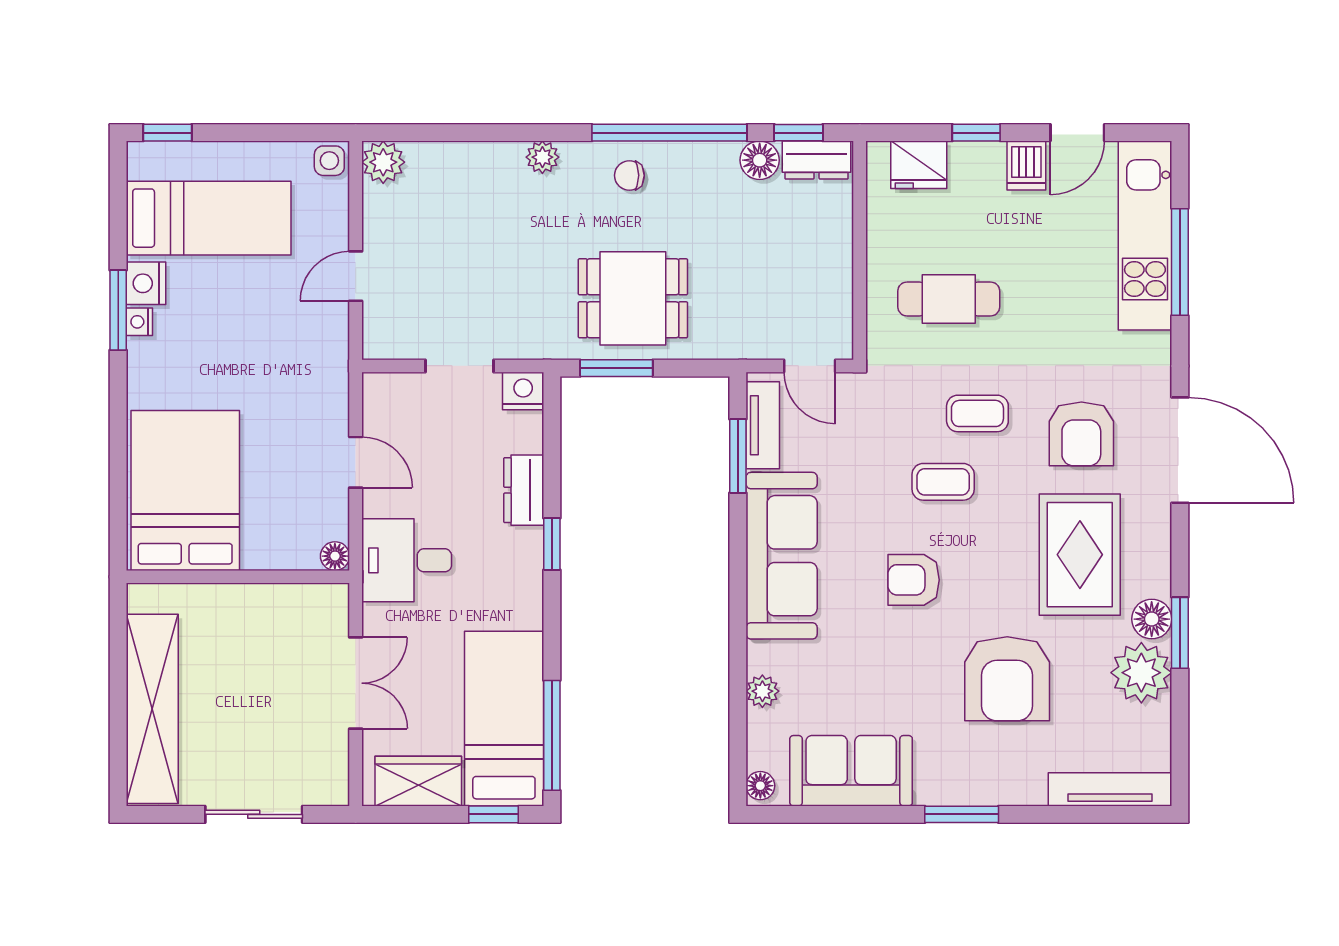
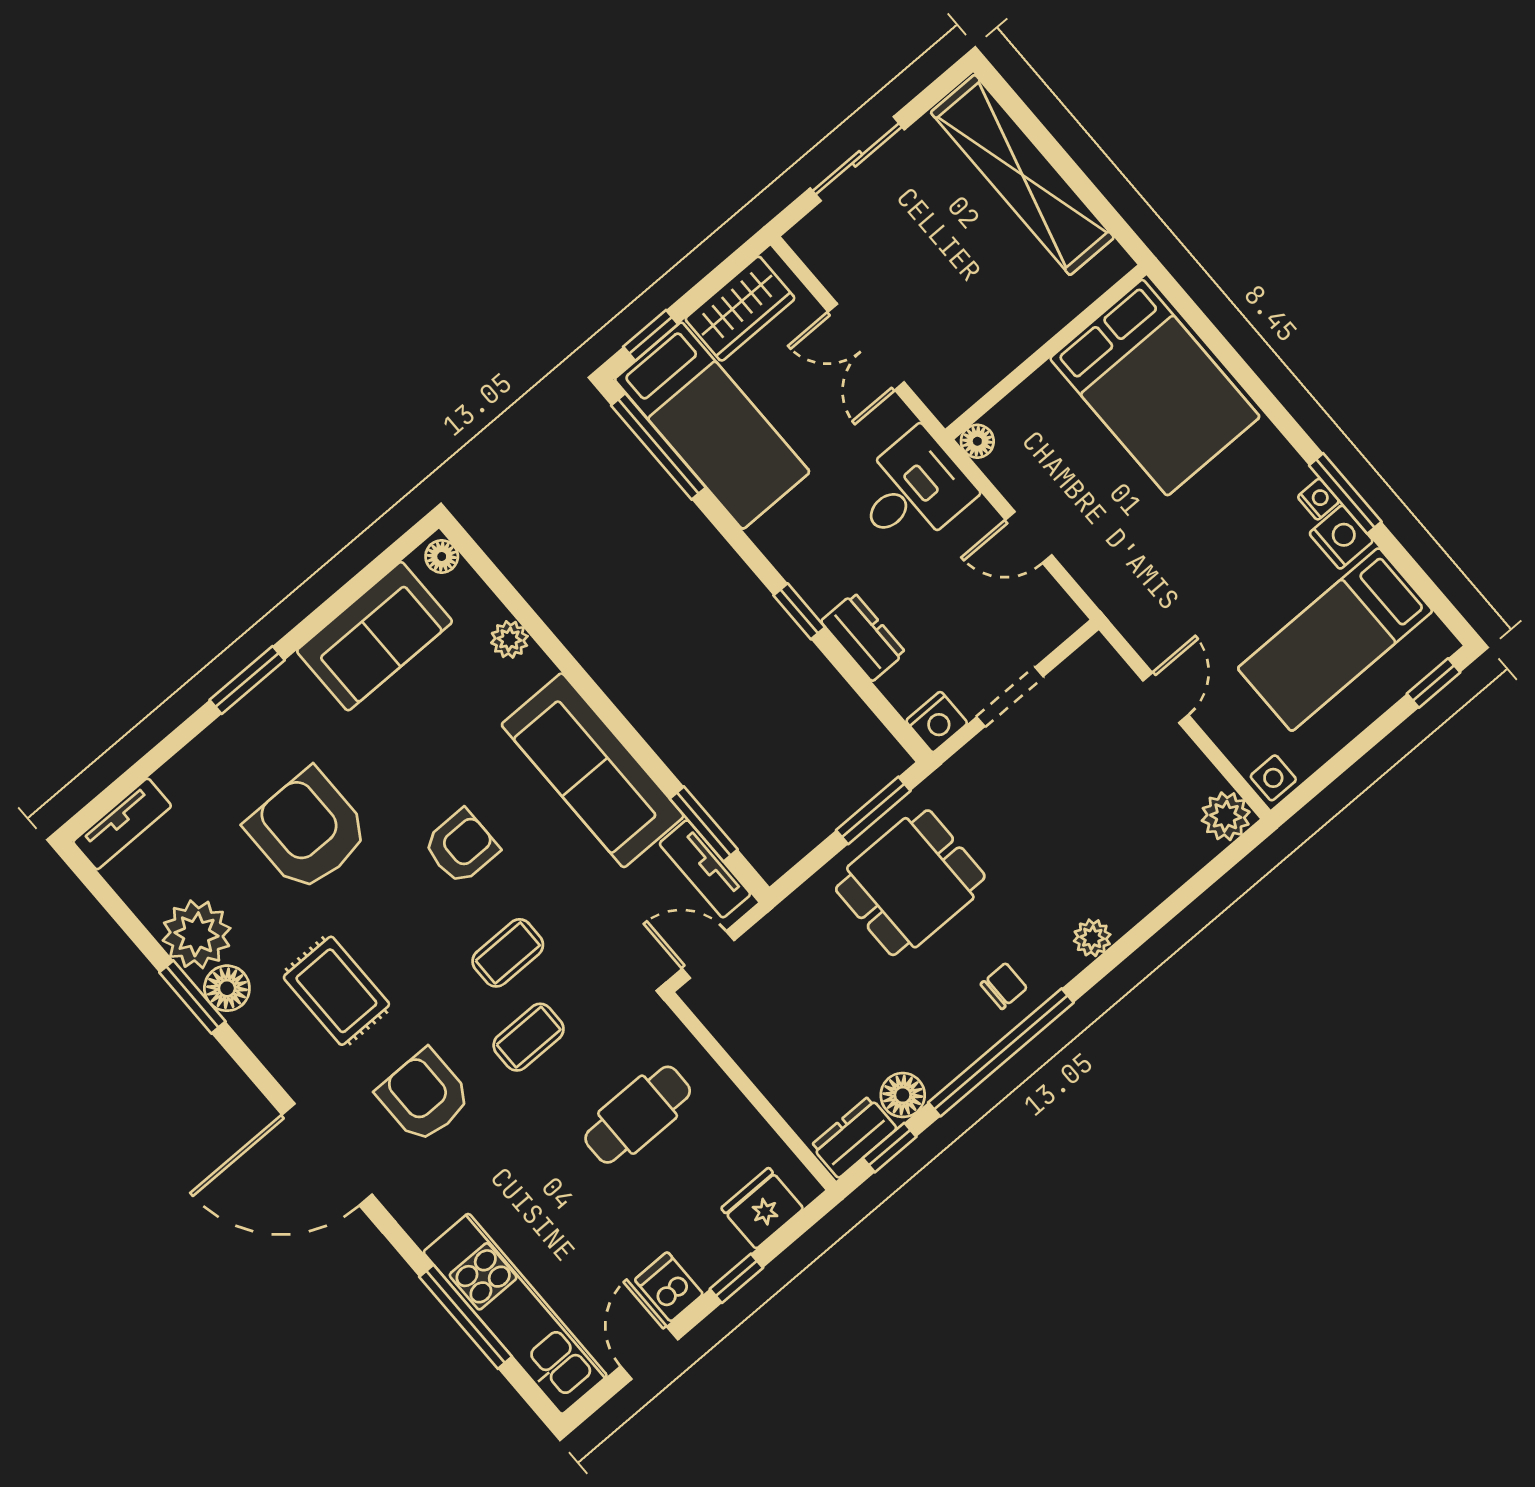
rug: (1080, 555) -> (336, 991), width x0.73, depth x0.70
tv unit: (1110, 789) -> (122, 824), width x0.71

